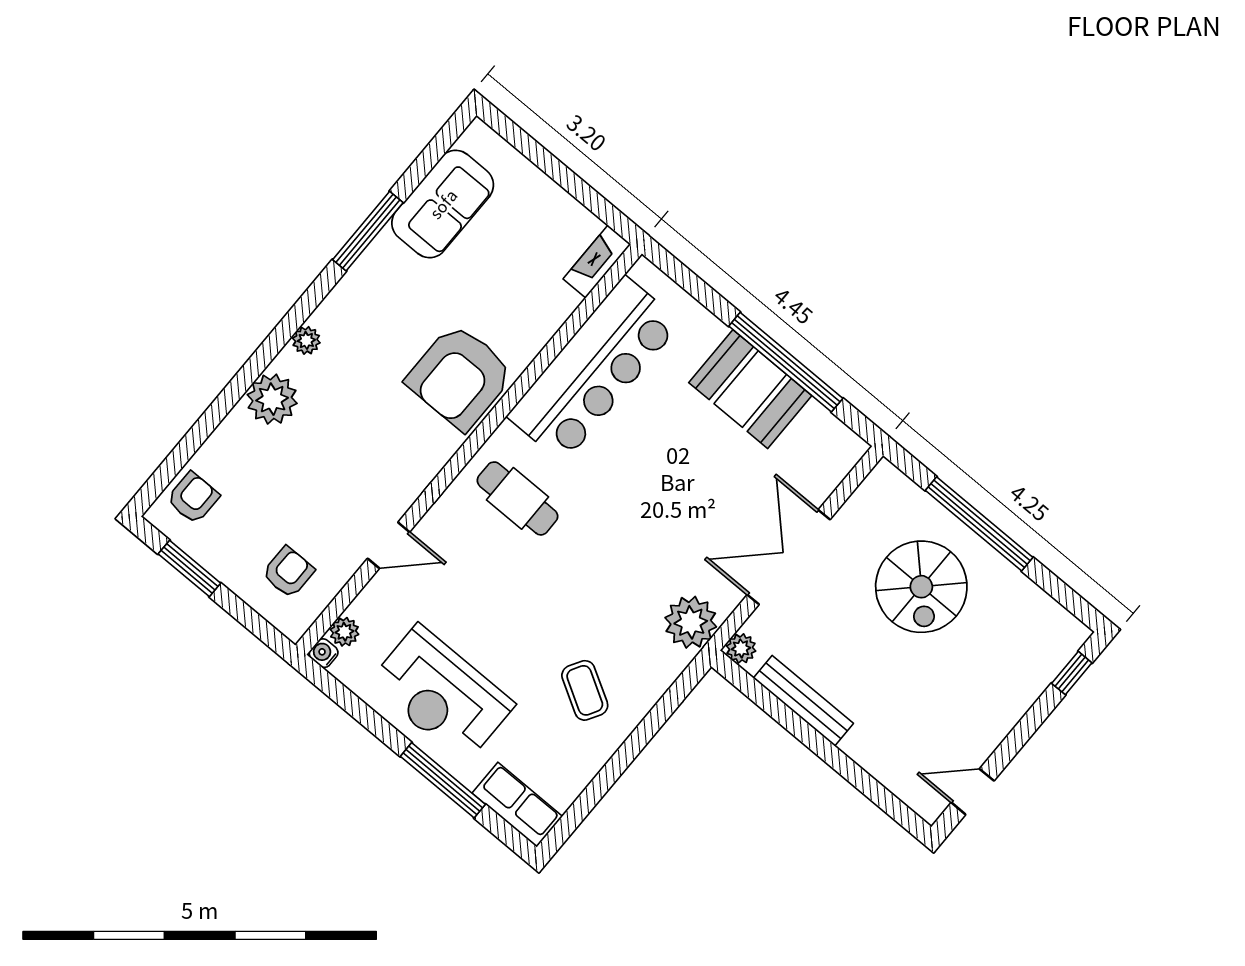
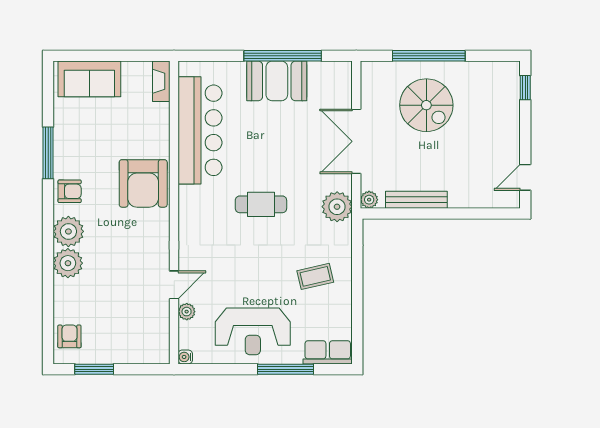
sofa: (443, 204) -> (89, 79), moved, turned 90
plant: (306, 340) -> (68, 231), width x1.88, depth x1.88
cafe table: (517, 498) -> (261, 204), moved
armchair: (288, 572) -> (70, 191), moved, turned 90
plant: (344, 632) -> (187, 312), moved
coffee table: (585, 690) -> (315, 276), turned -43

